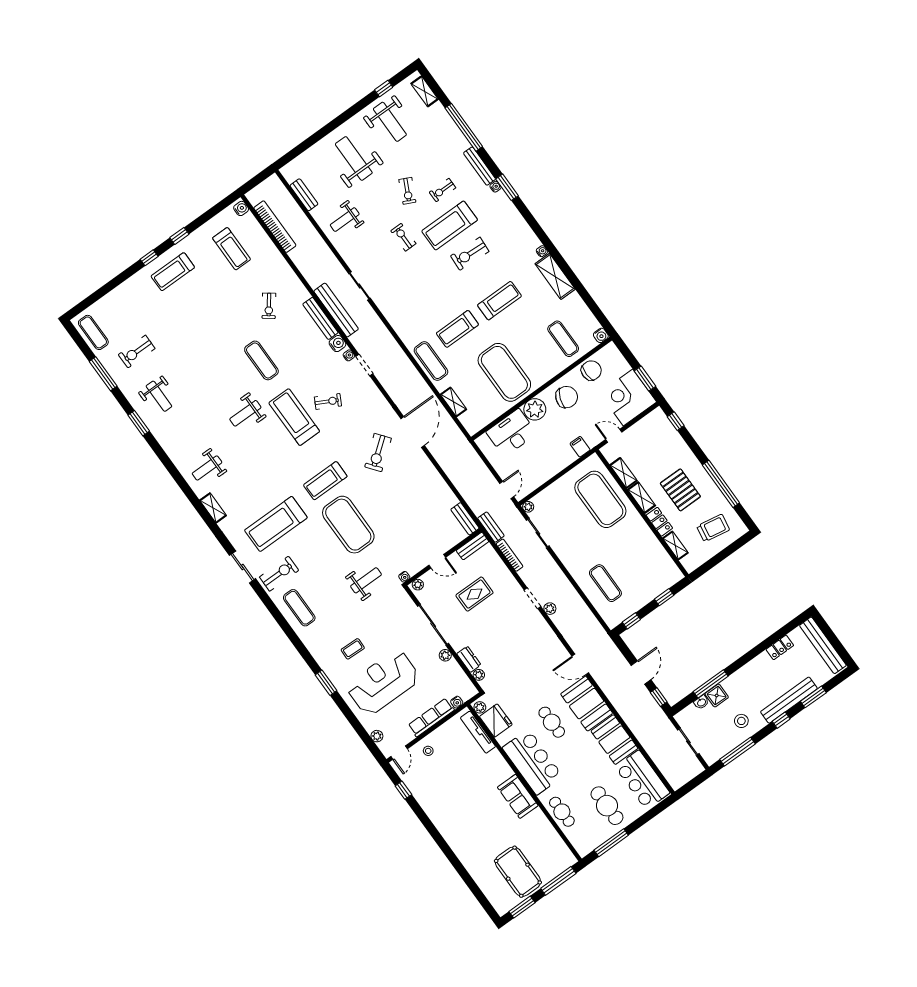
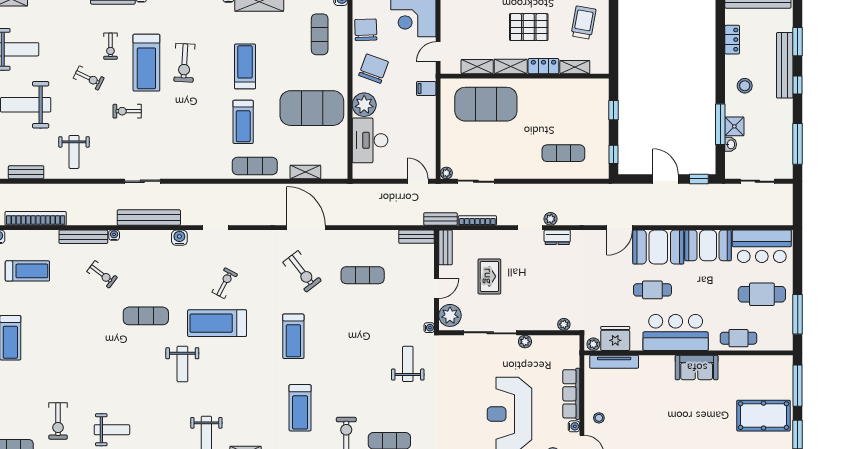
bench: (320, 318) -> (83, 237), moved
exercise mat: (563, 339) -> (320, 34), turned 90
water cooler: (349, 355) -> (114, 235), moved
treadmill: (276, 524) -> (300, 408), width x0.73, depth x0.73
exercise mat: (348, 525) -> (363, 275), moved, width x0.50, depth x0.69
plant: (418, 585) -> (450, 315), width x1.88, depth x1.88
coffee table: (353, 649) -> (460, 420), removed
dresser: (469, 659) -> (557, 237), moved, turned 180
water cooler: (457, 702) -> (574, 426), moved
stool: (741, 721) -> (745, 86), moved

